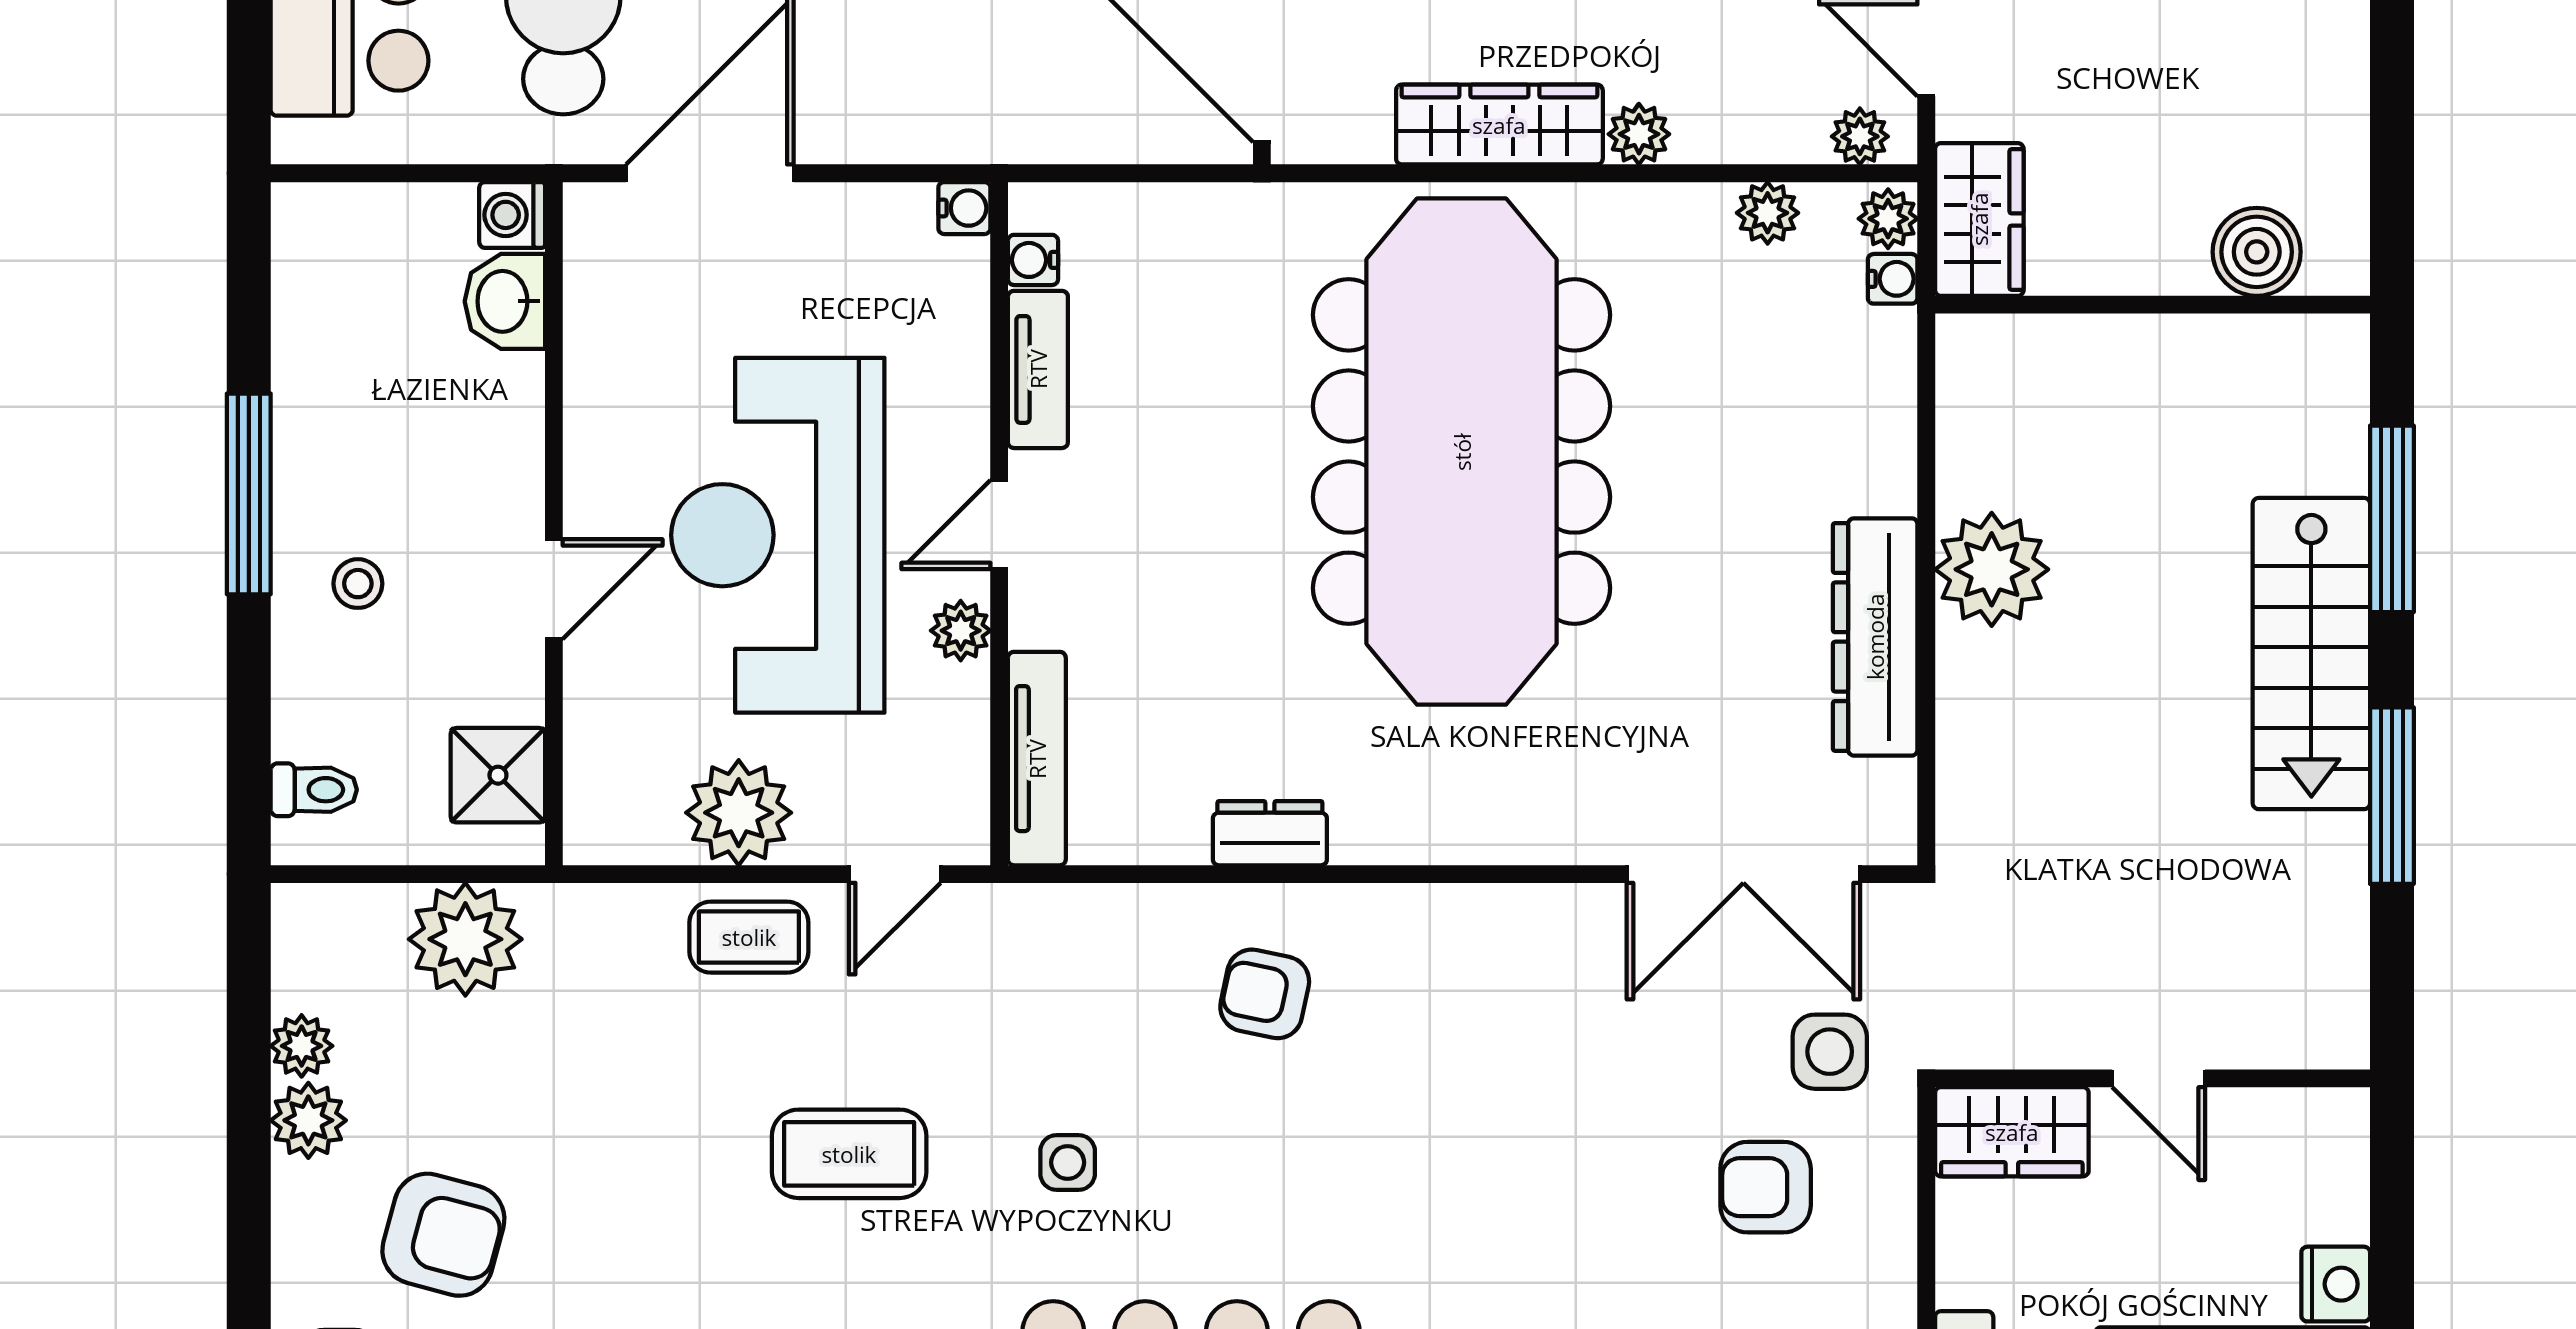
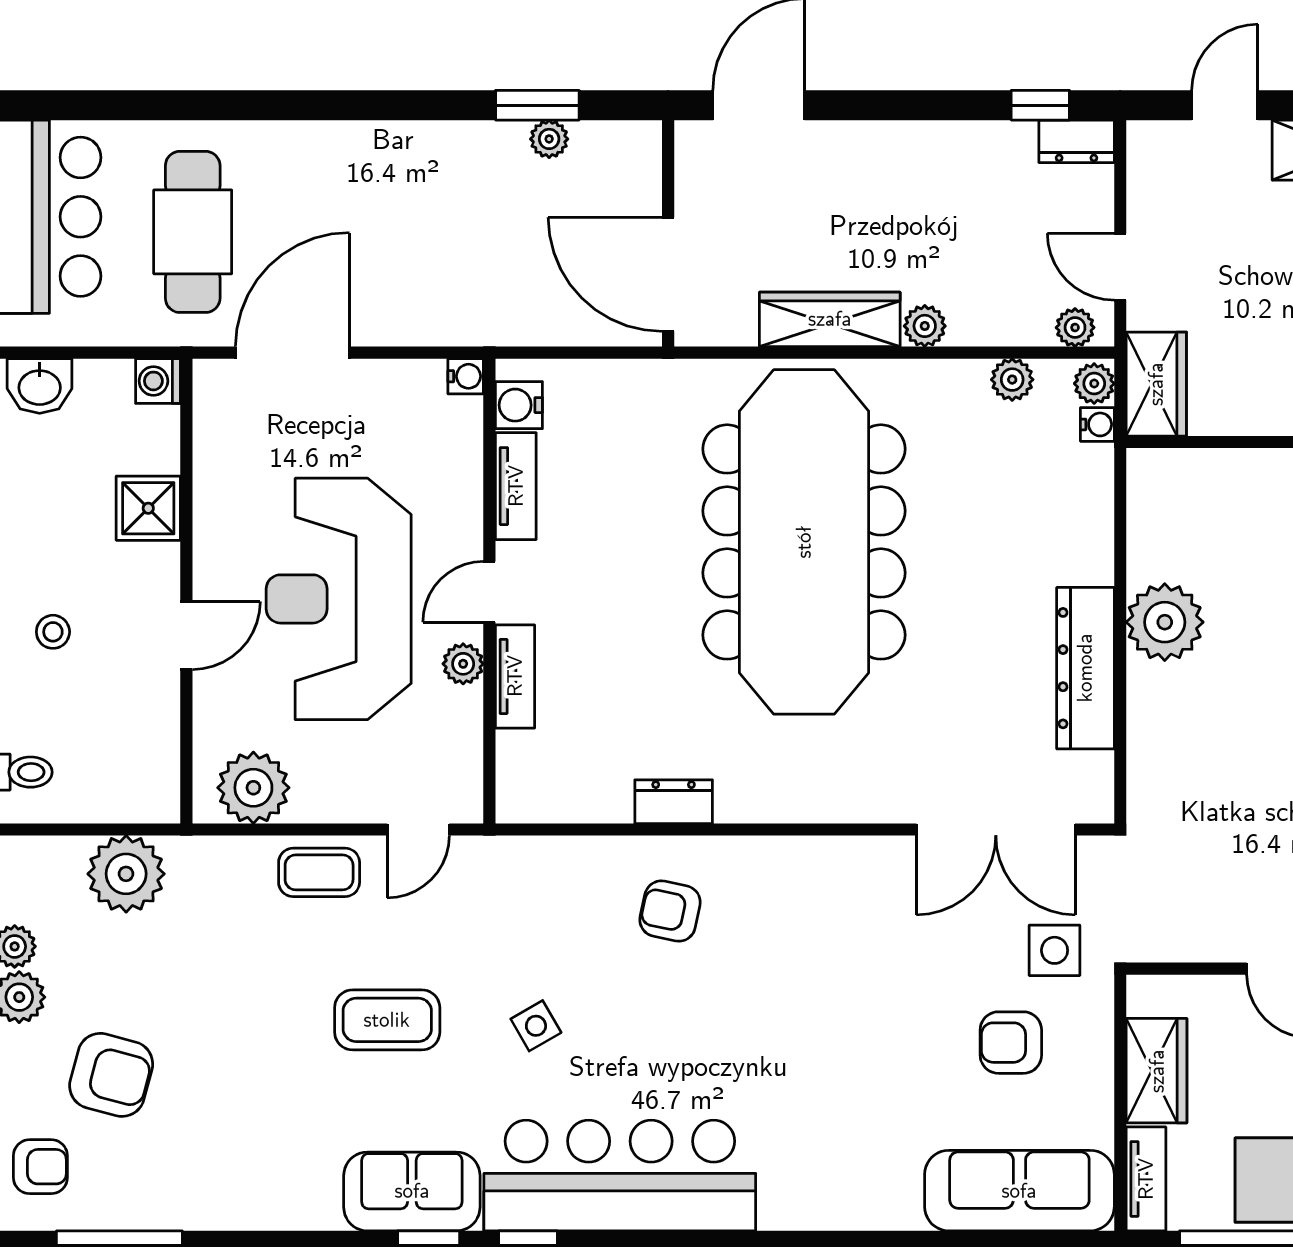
water cooler: (1033, 260) -> (519, 405), width x1.38, depth x1.38
washbasin: (505, 301) -> (40, 386), moved, turned -90
tv unit: (1037, 759) -> (515, 676), moved, width x0.71
shower: (498, 775) -> (148, 508), moved
plant: (739, 813) -> (253, 788), moved
wardrobe: (2012, 1132) -> (1157, 1071), moved, turned -90
side table: (1068, 1162) -> (536, 1026), turned -30

